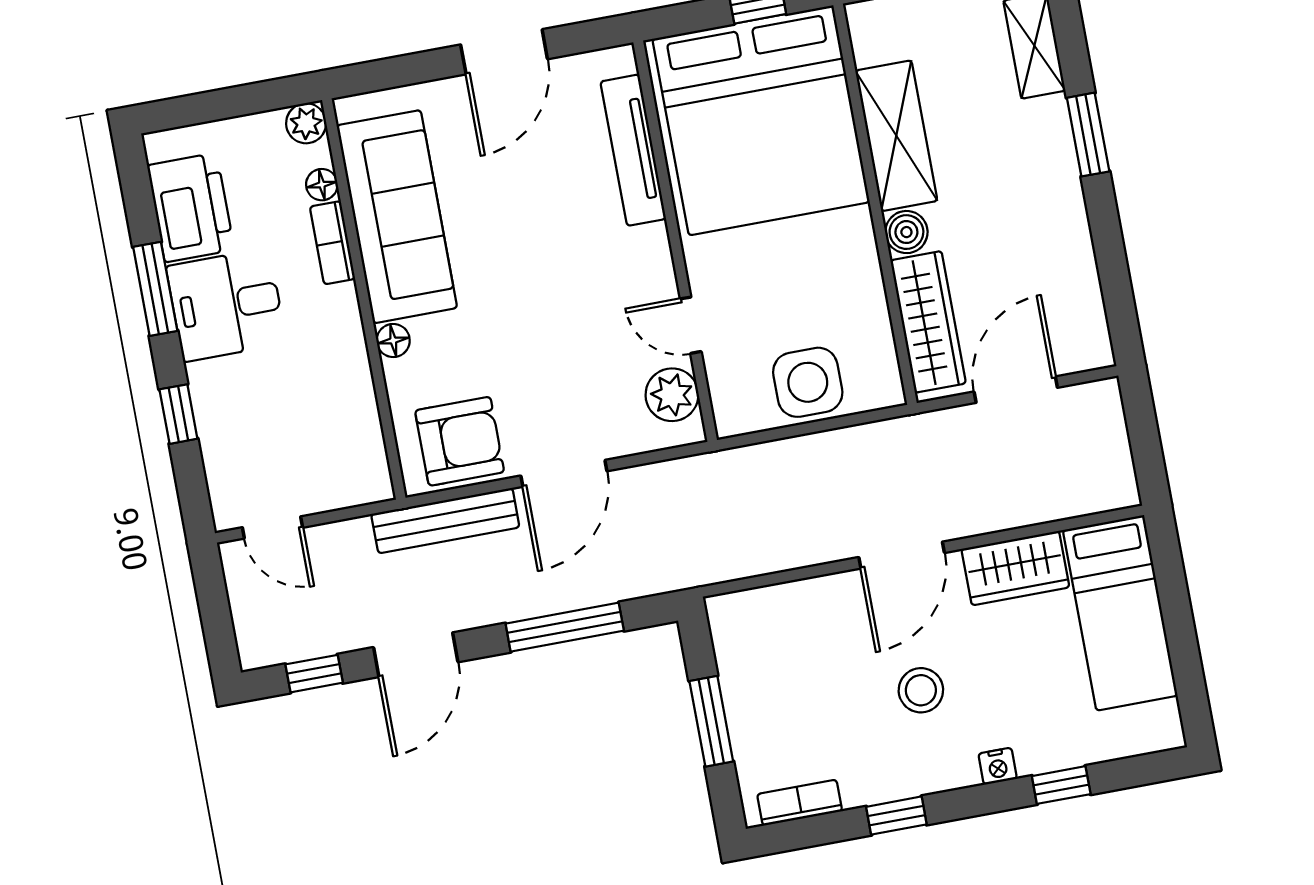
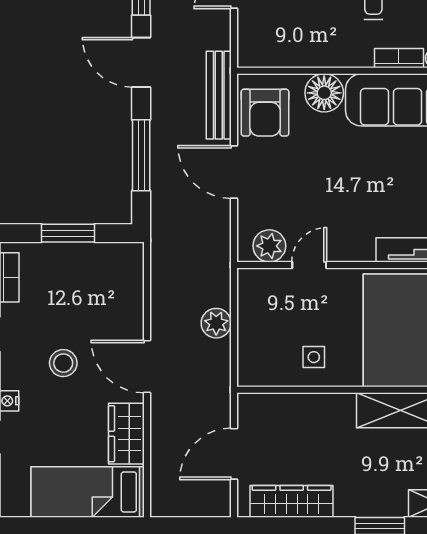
boiler: (906, 232) -> (341, 406), removed
wardrobe: (928, 322) -> (292, 501), moved, turned 180
floor lamp: (393, 341) -> (324, 93), width x1.89, depth x1.89
side table: (808, 382) -> (314, 357), moved, width x0.54, depth x0.54
door: (1016, 390) -> (234, 454), swing flipped
plant: (812, 457) -> (216, 323), added

